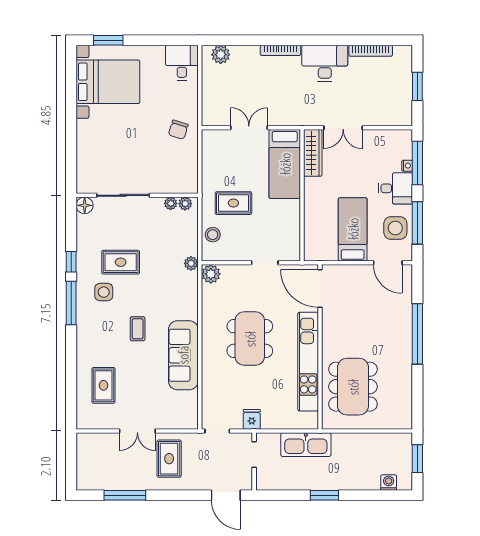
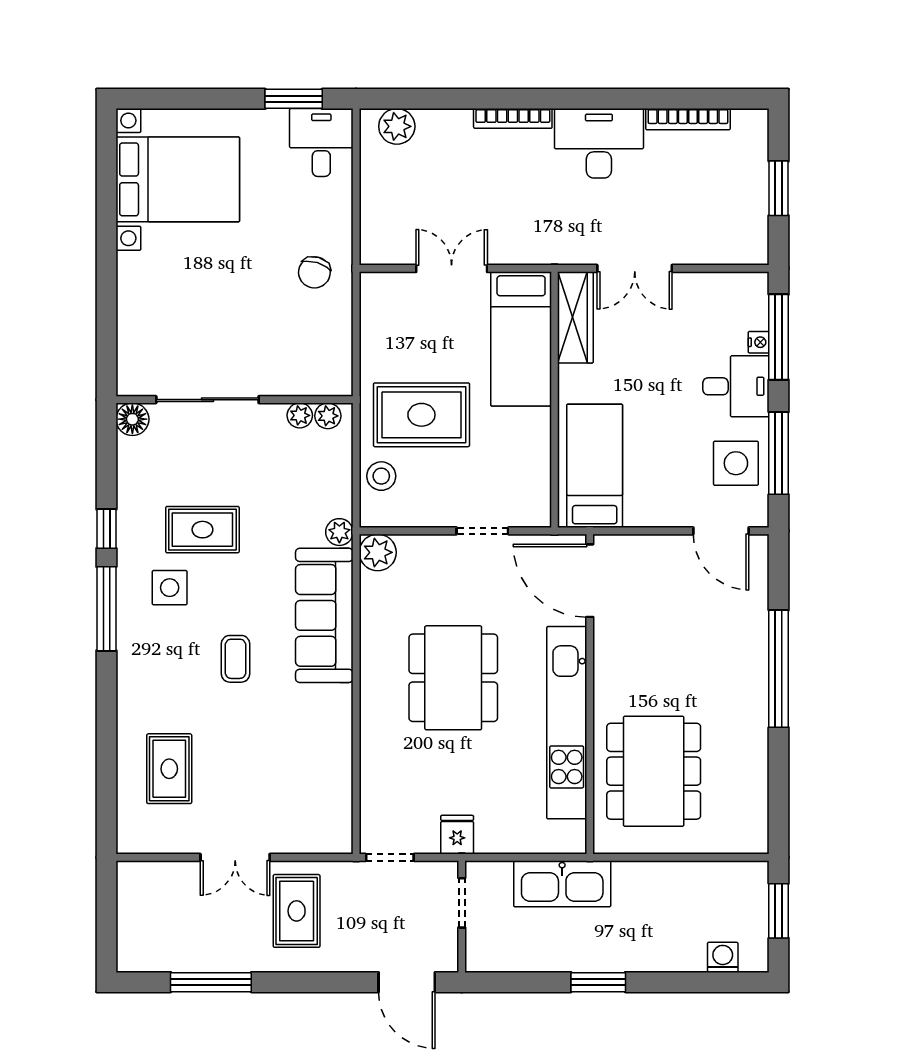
window: (108, 40) -> (294, 99), moved
rug: (233, 203) -> (421, 415), width x1.36, depth x1.43
bed: (353, 229) -> (595, 466), moved
sofa: (183, 355) -> (324, 615), moved

